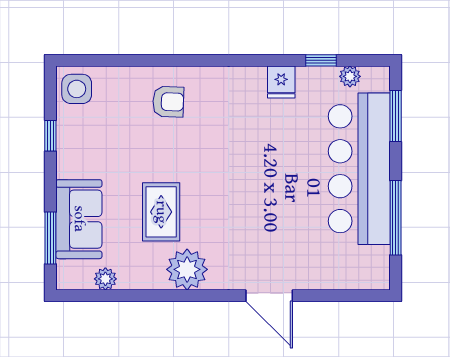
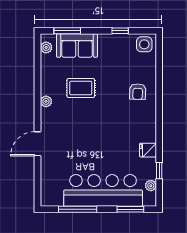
plant: (187, 269) -> (46, 101), width x0.53, depth x0.53
plant: (105, 279) -> (46, 47), moved

